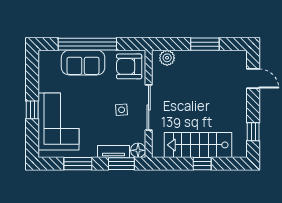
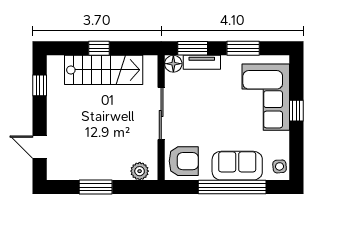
side table: (122, 110) -> (280, 166), moved

